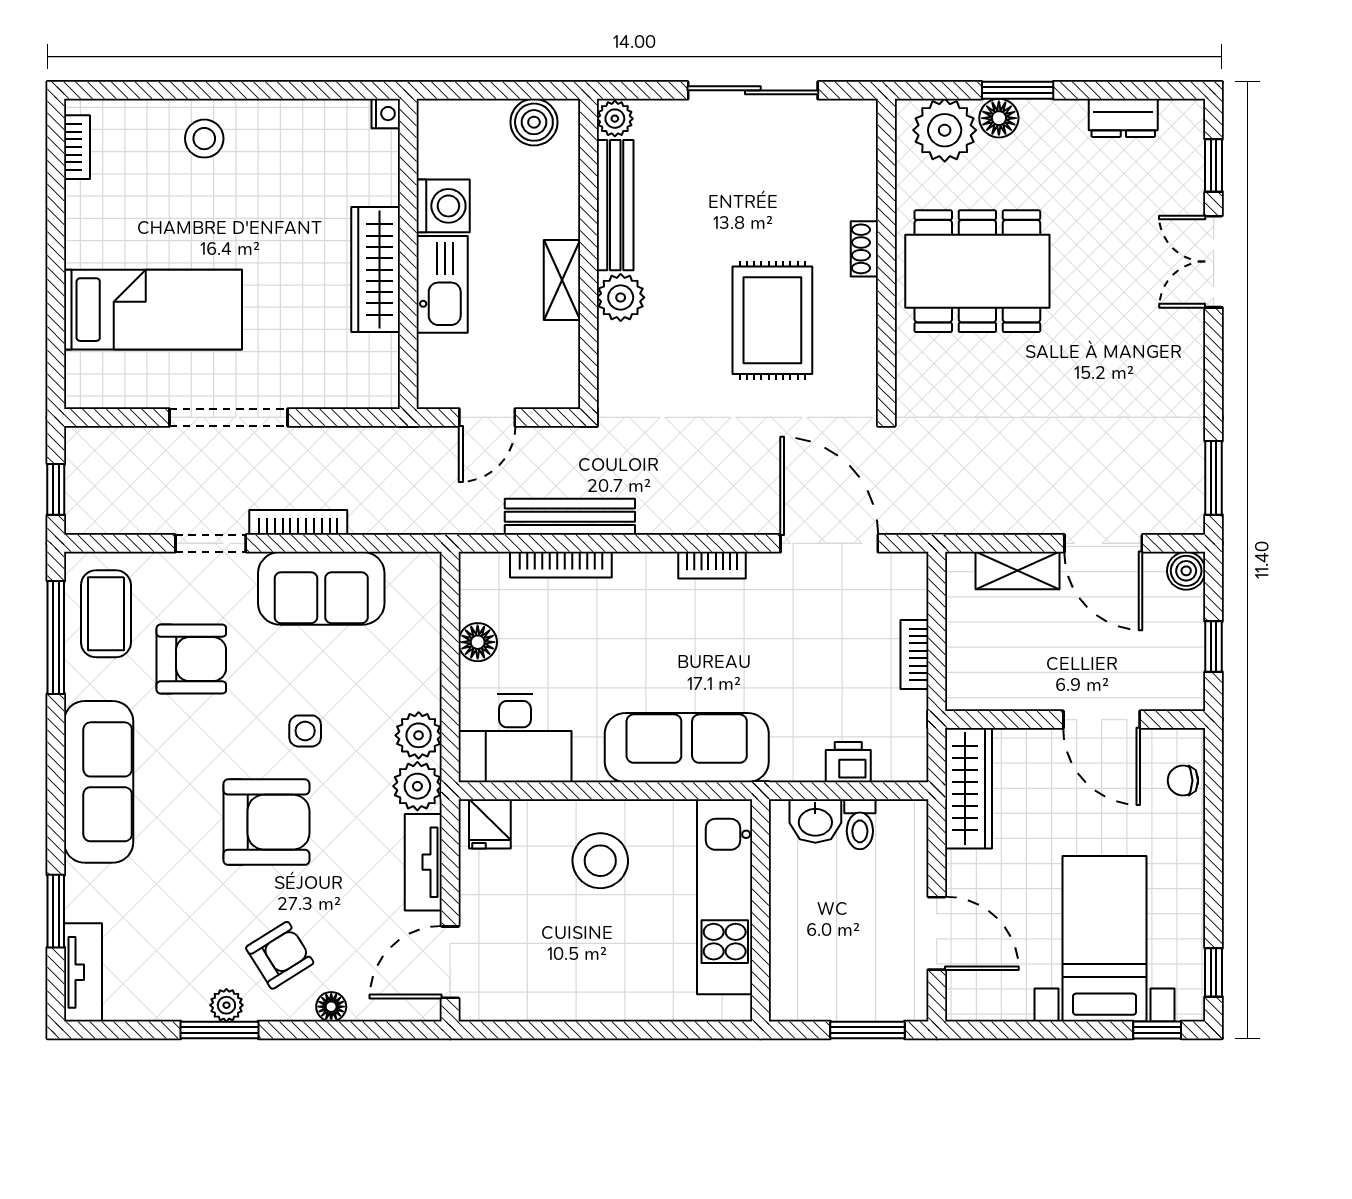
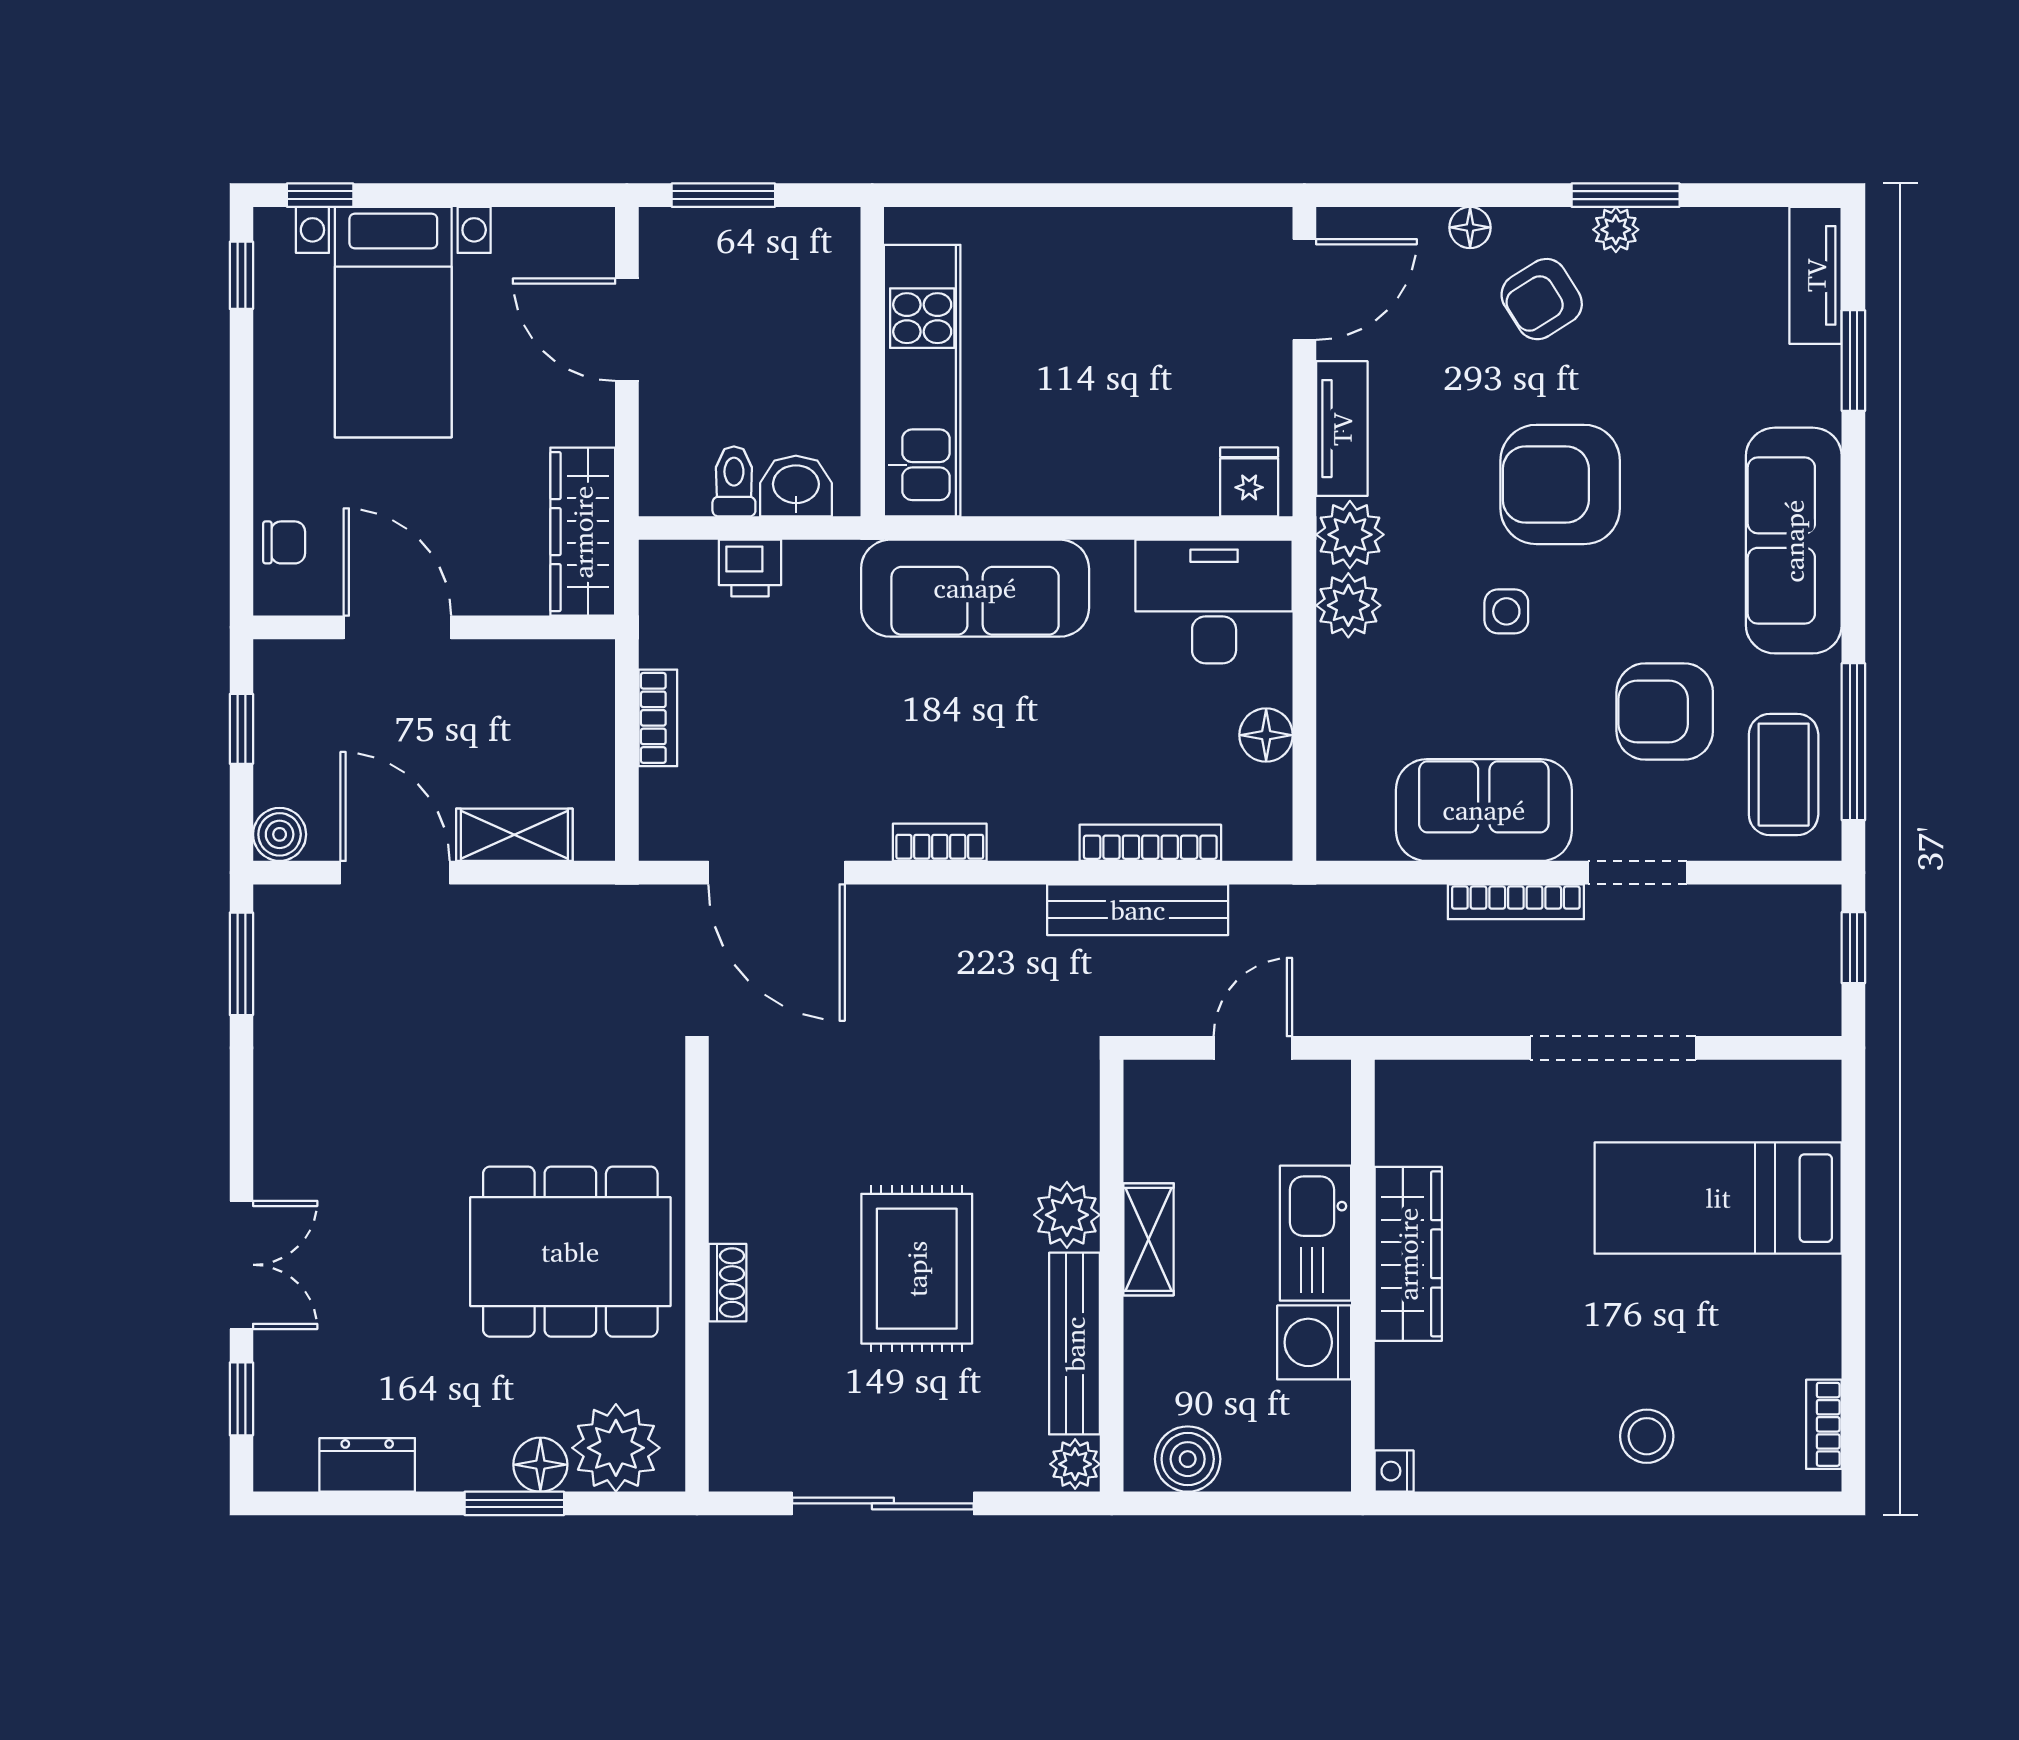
rug: (772, 320) -> (917, 1269), moved
stool: (600, 861) -> (1095, 431), removed

